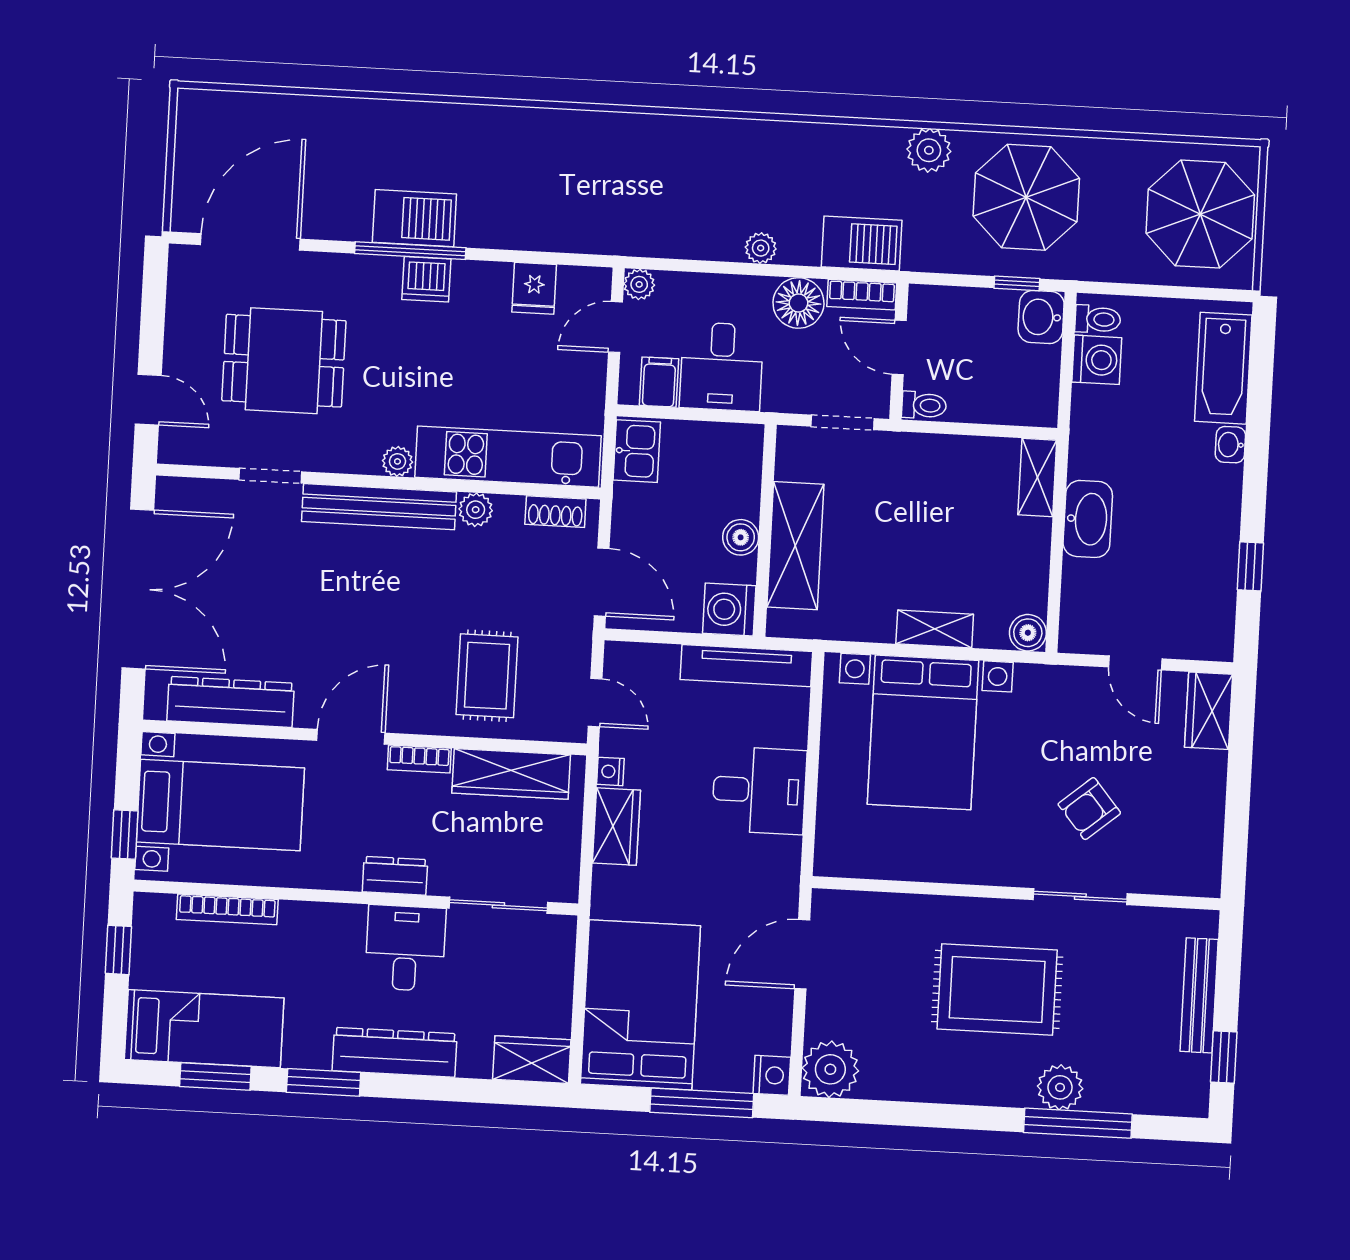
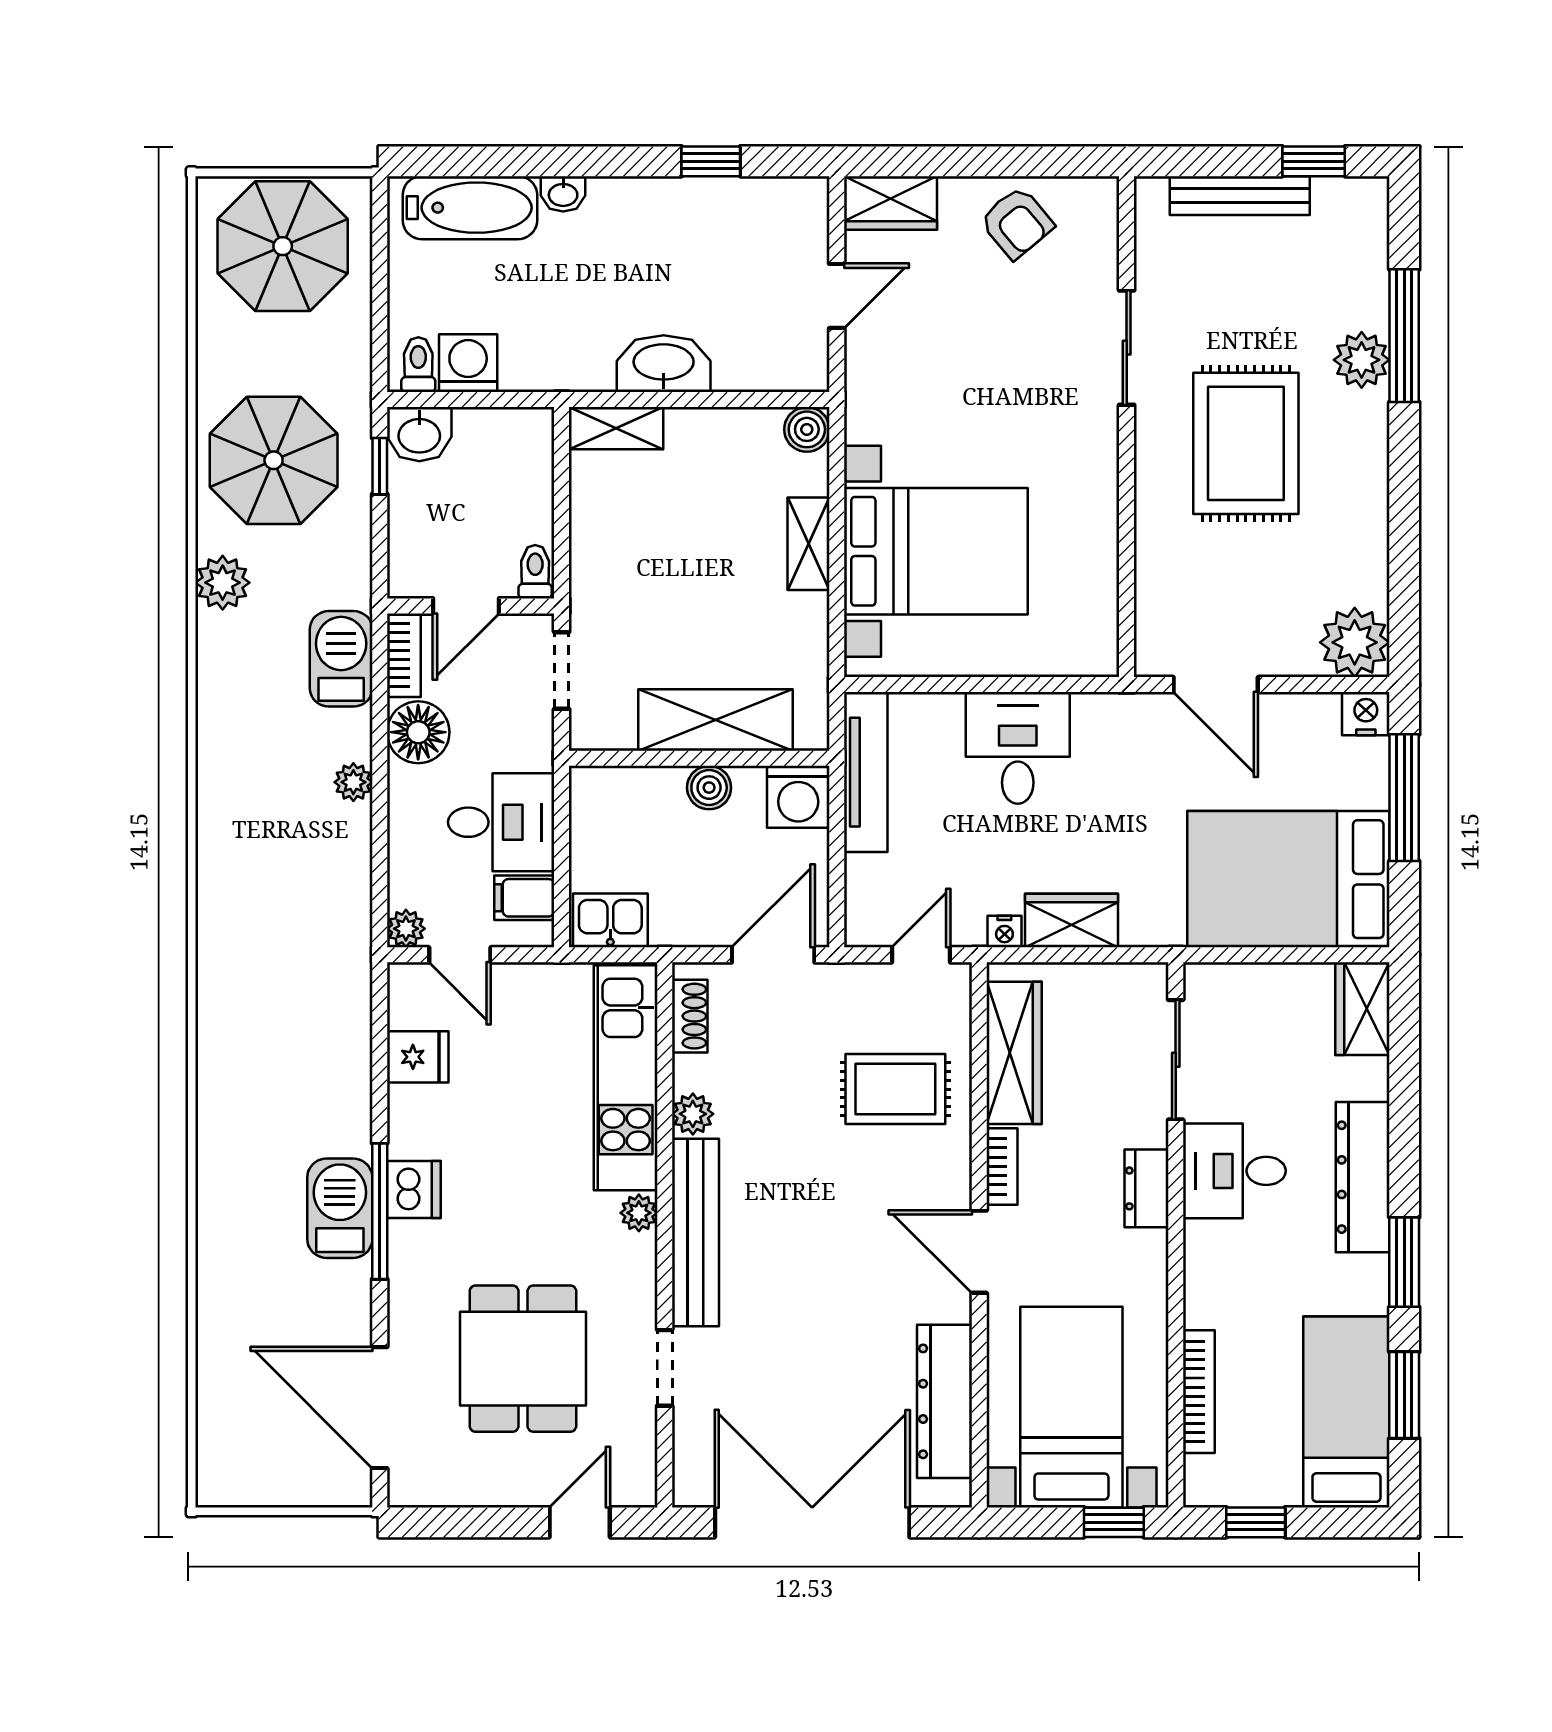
armchair: (1089, 809) -> (1017, 223), moved

